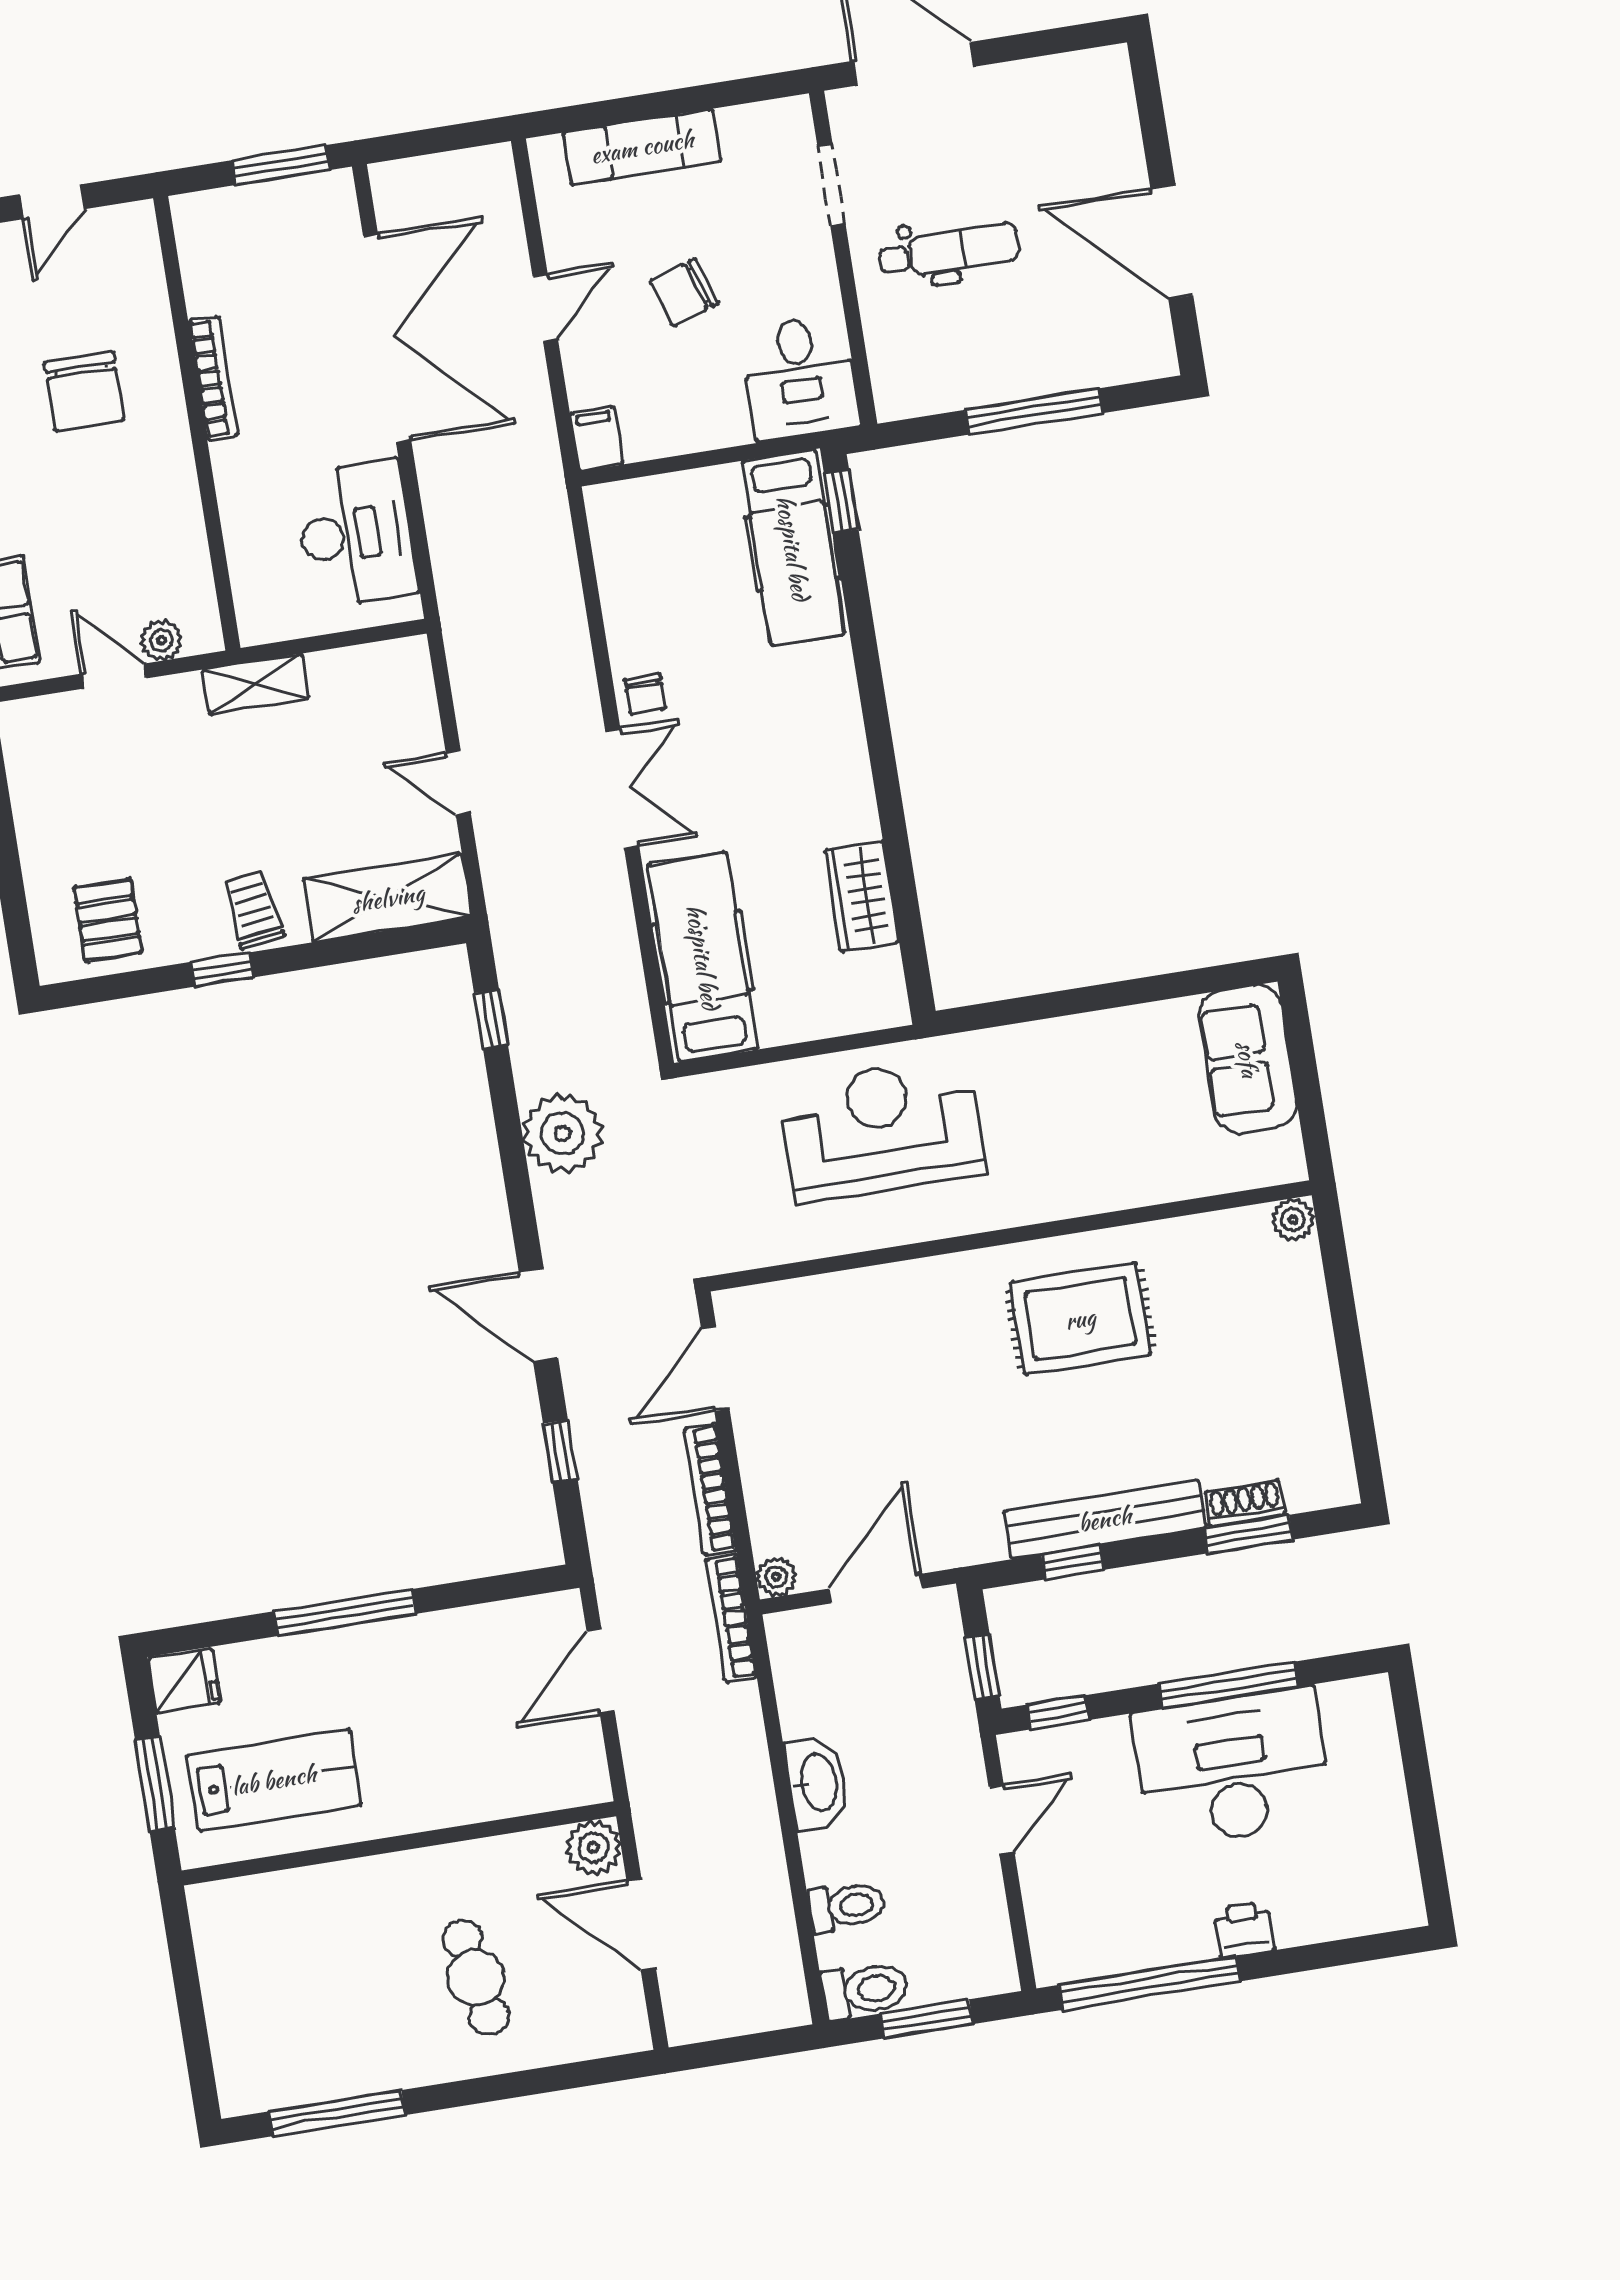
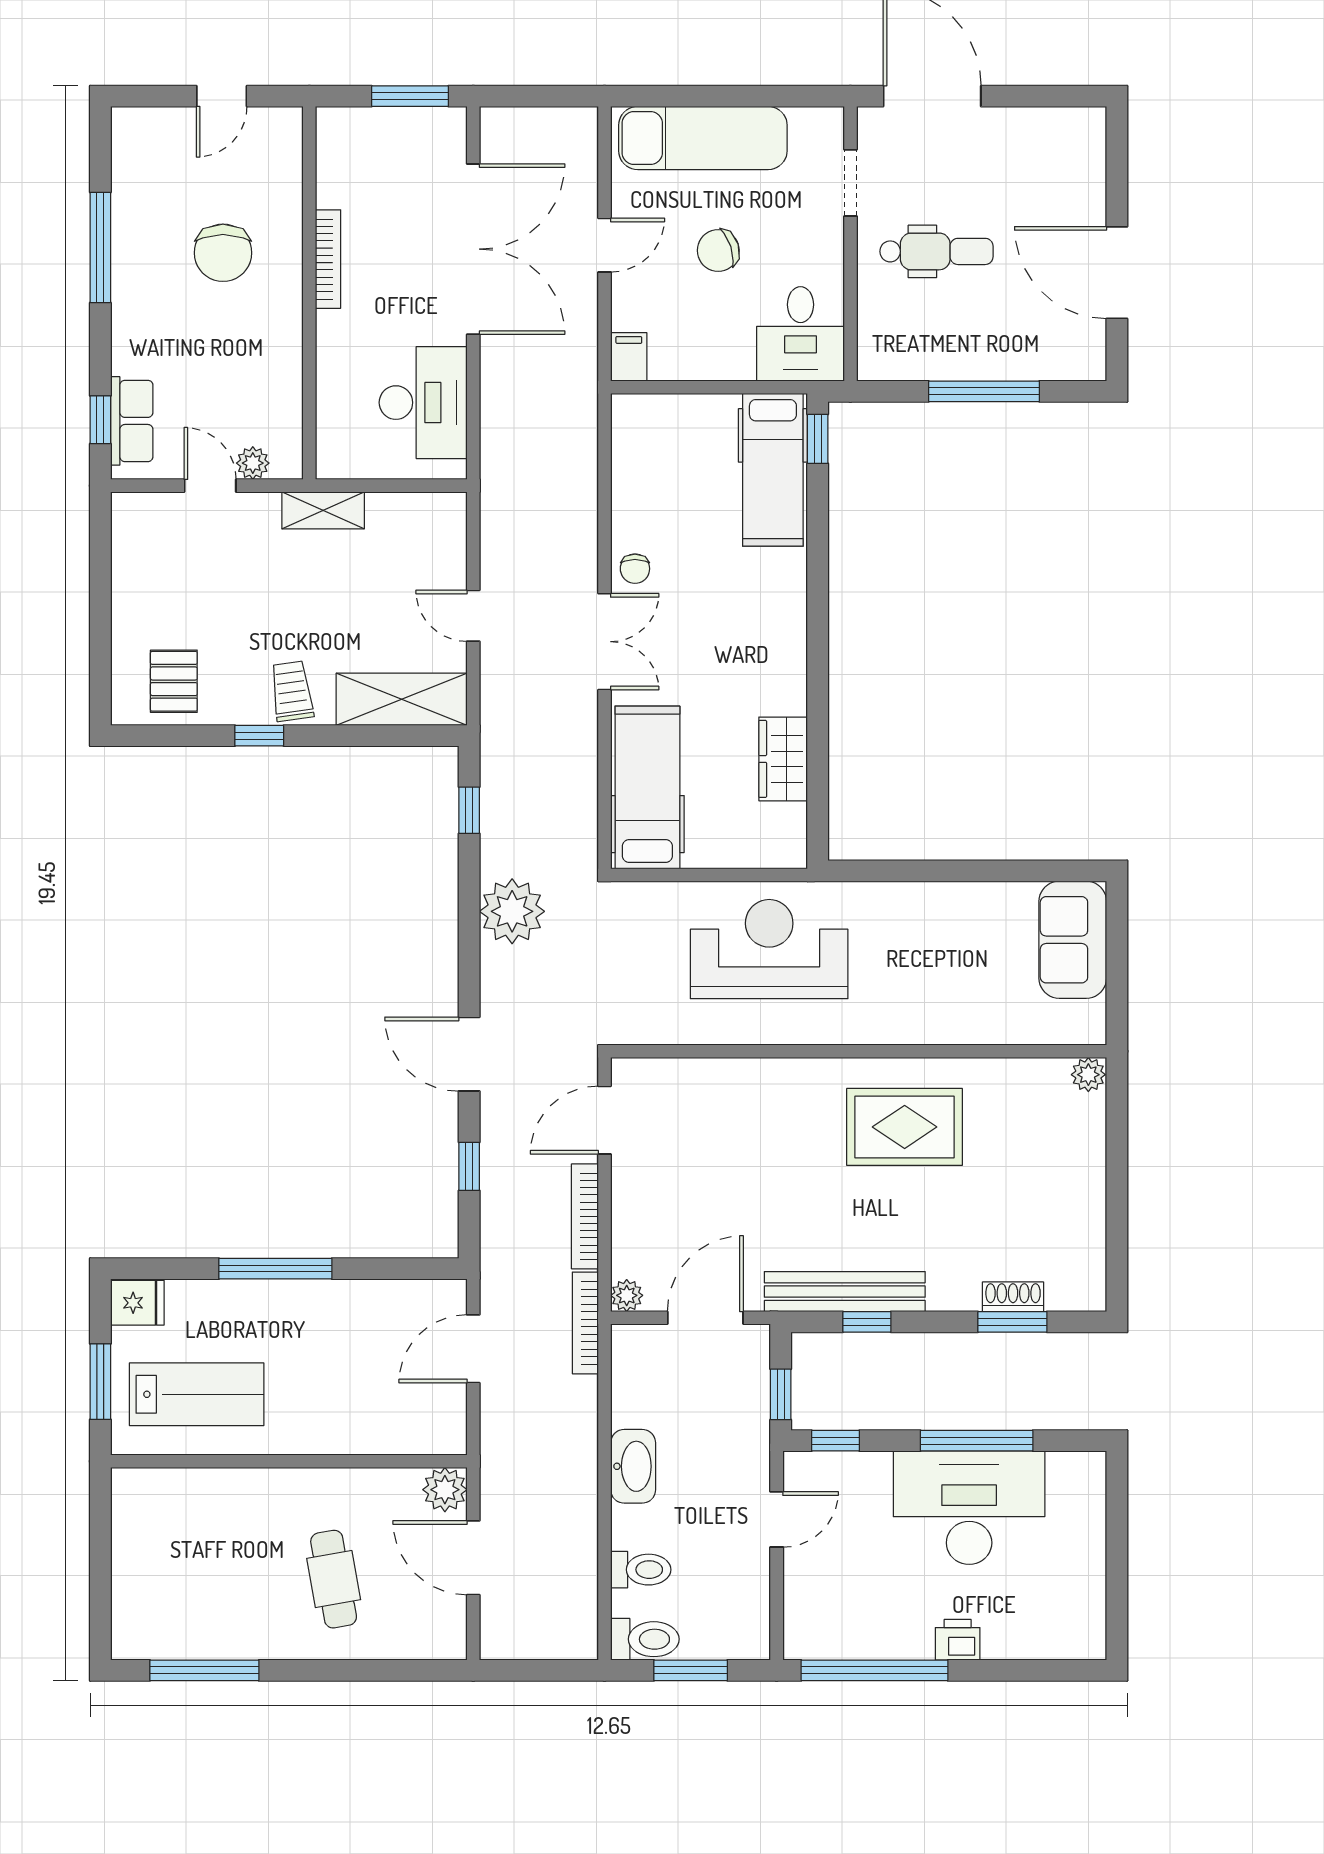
exam couch: (642, 147) -> (703, 138), width x1.36, depth x1.45
bench: (1105, 1519) -> (845, 1292), moved

